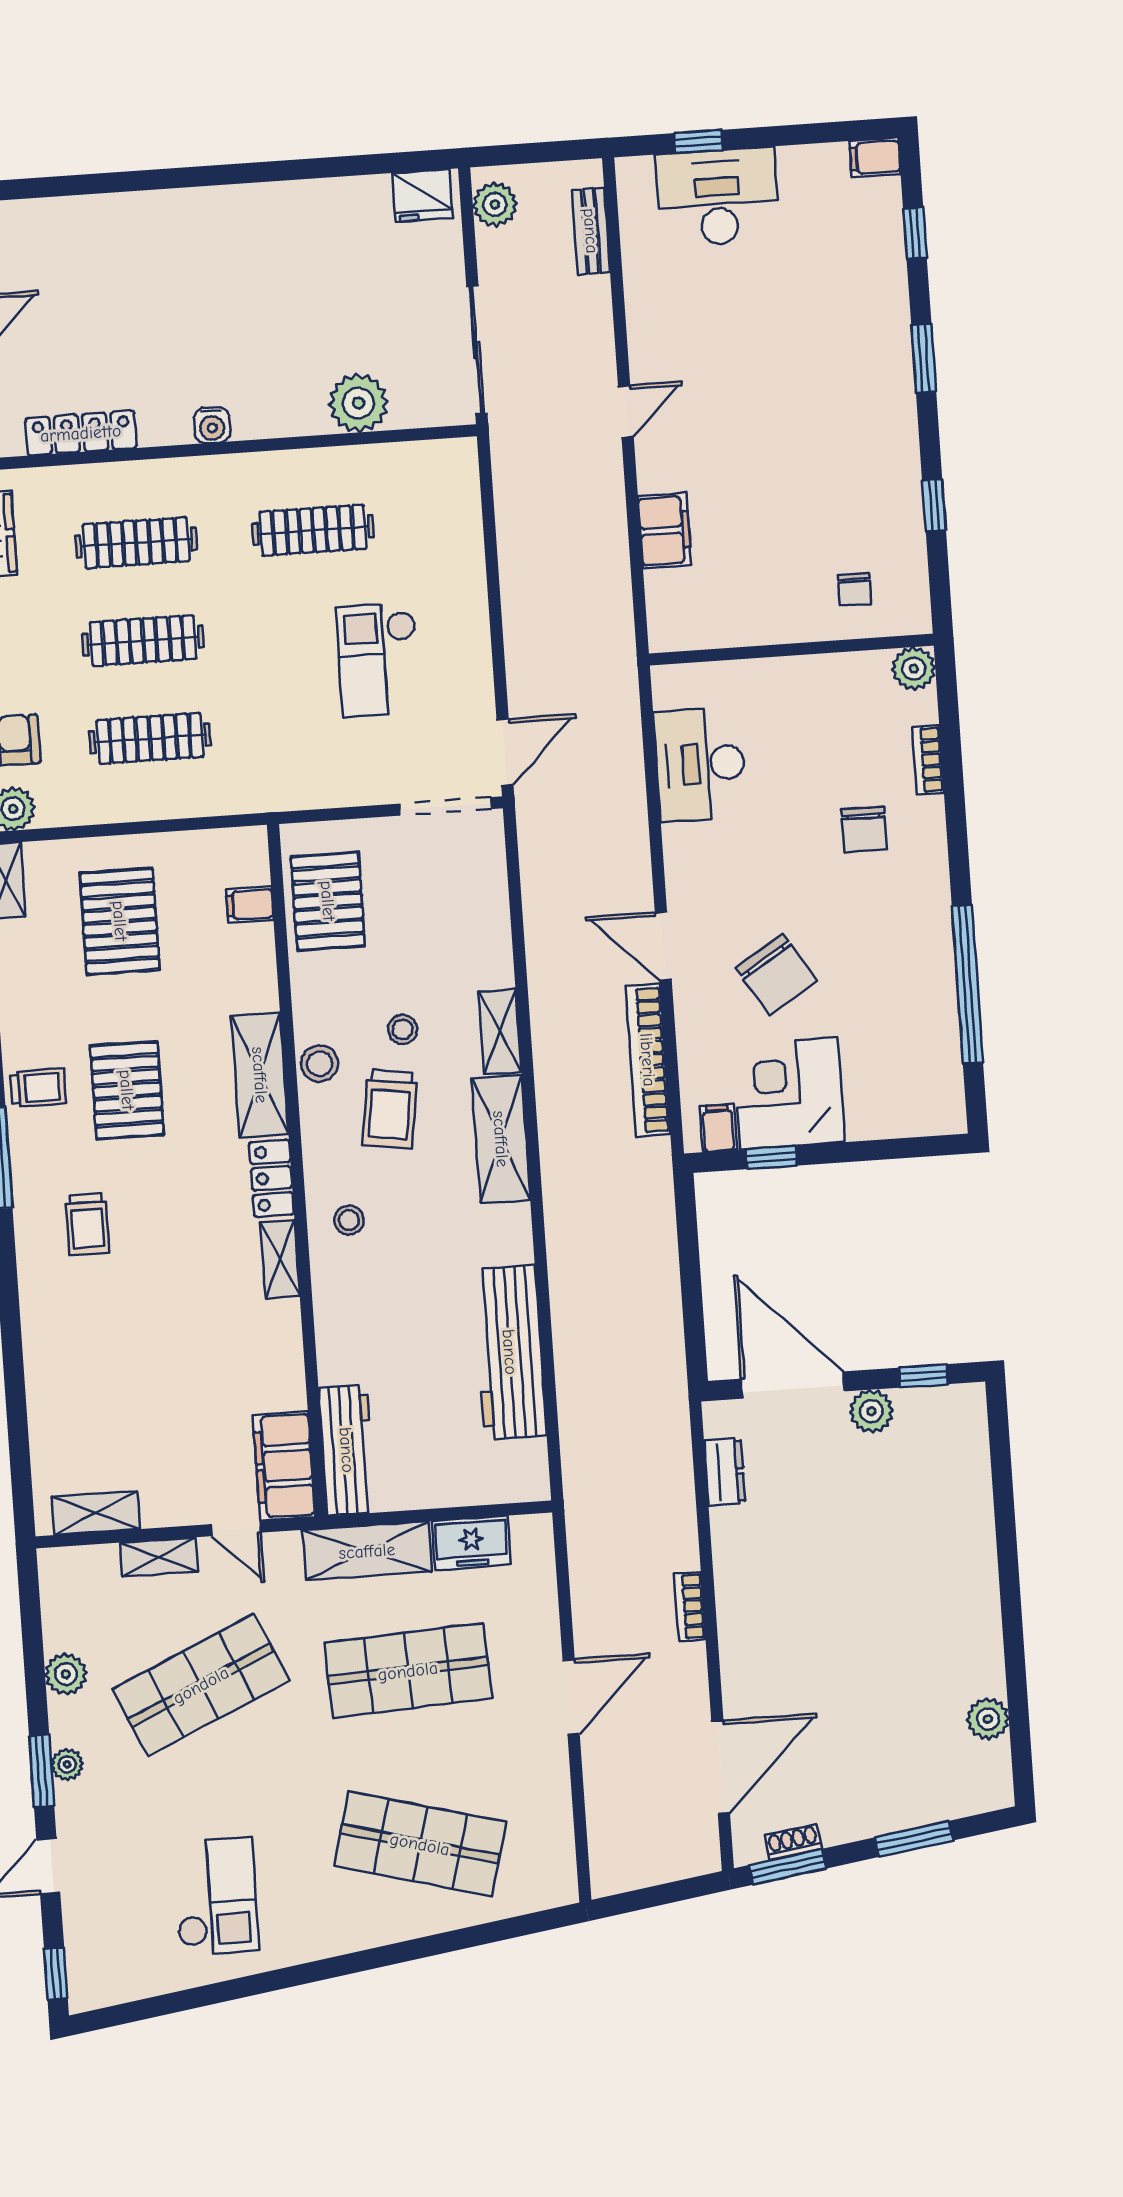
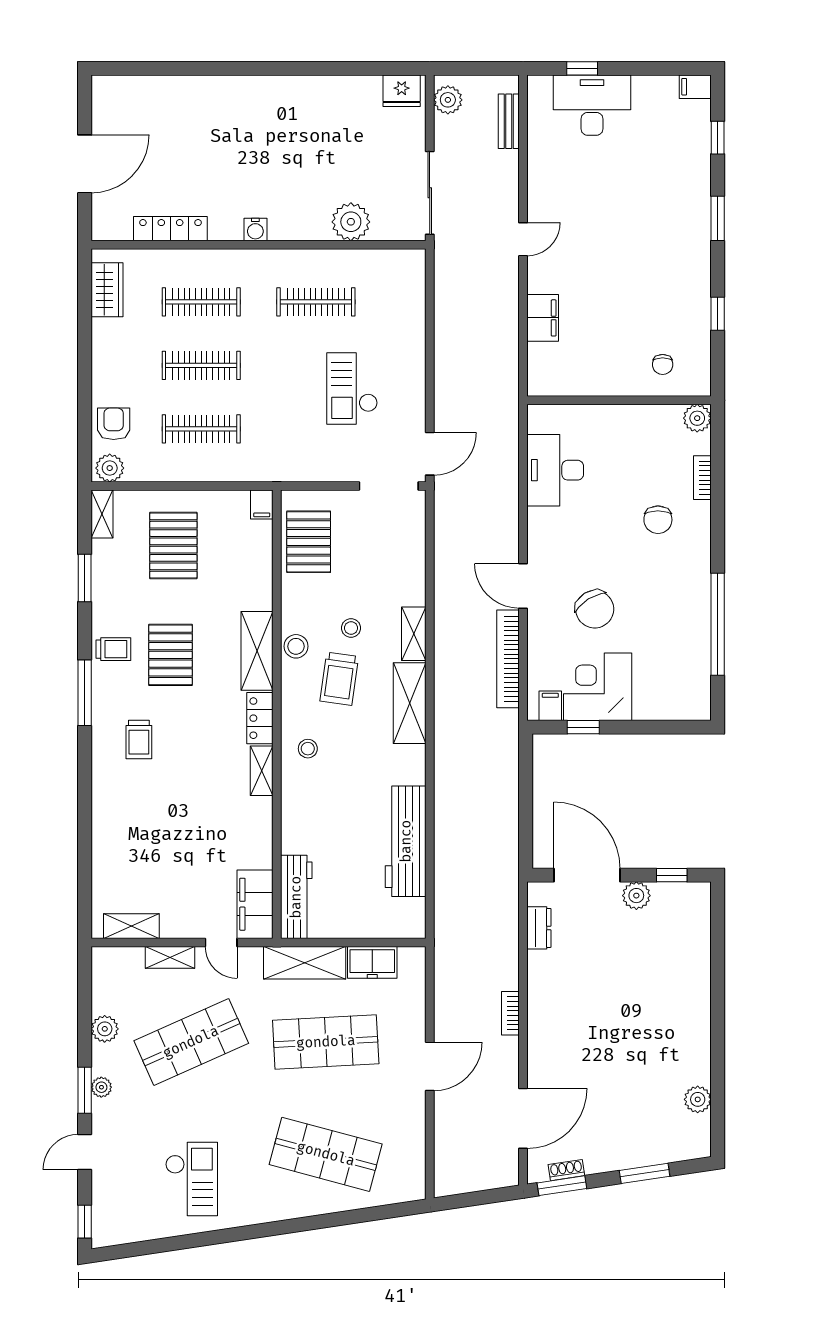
filing cabinet: (250, 904) -> (262, 505), moved, turned -90

